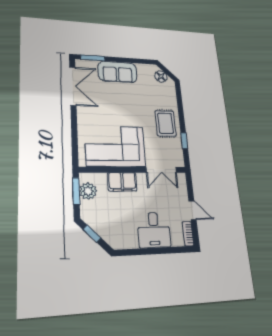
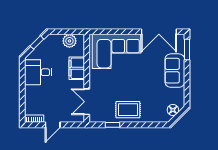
corner sofa: (115, 146) -> (117, 51), moved, turned 90
window: (76, 191) -> (70, 32), removed
desk: (154, 230) -> (38, 72), moved

